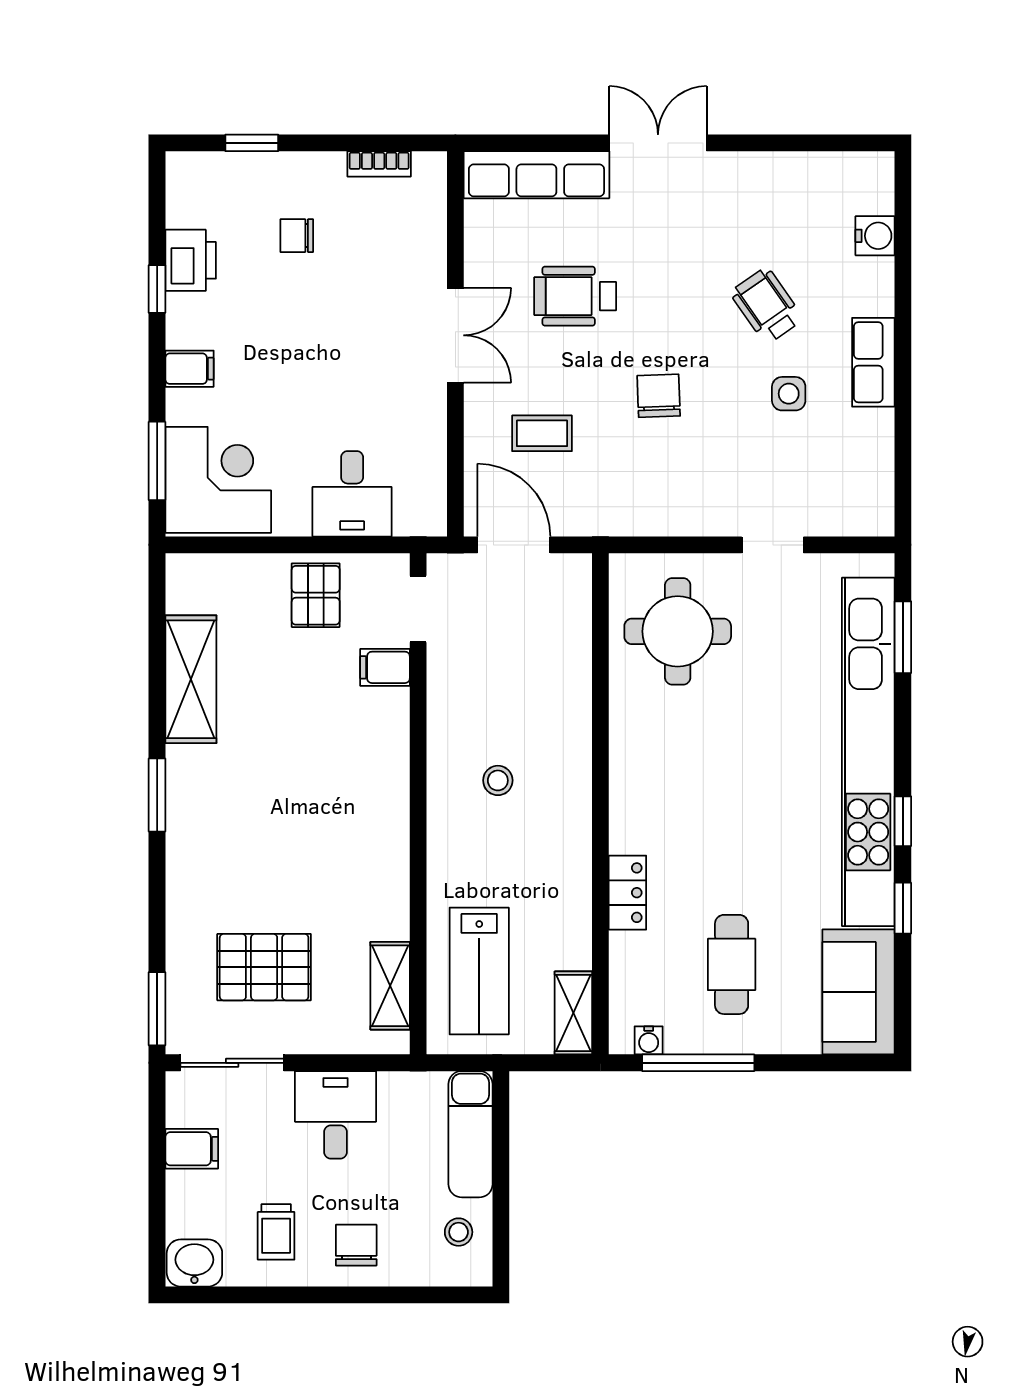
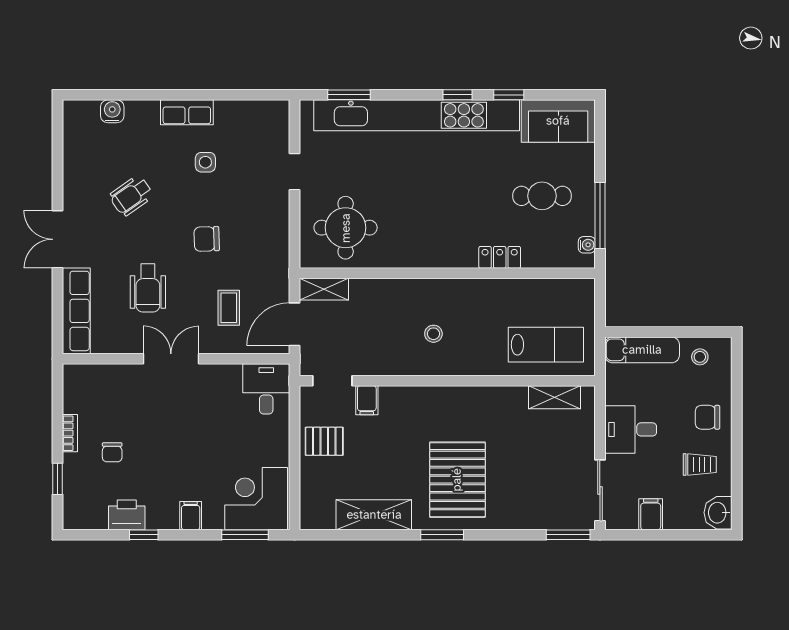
bookcase: (379, 164) -> (70, 433), moved
wheelchair: (767, 306) -> (131, 196), moved
desk: (352, 494) -> (266, 389), moved, turned -90
pallet: (264, 967) -> (457, 480), moved, width x1.37, depth x1.41
shelving: (573, 1013) -> (324, 289), moved

